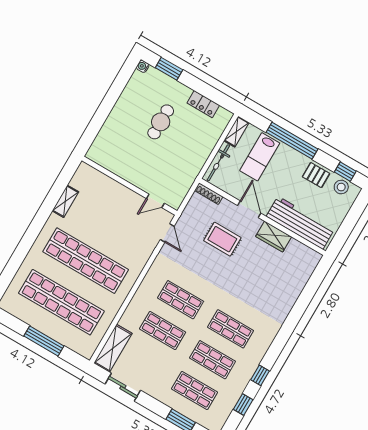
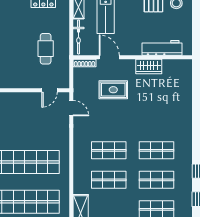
cafe table: (161, 122) -> (46, 49), moved
door: (249, 209) -> (109, 57), moved
workbench: (300, 223) -> (162, 48), width x0.73, depth x0.76

